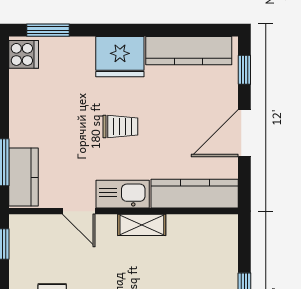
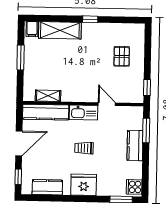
kitchen counter: (189, 51) -> (47, 187), width x0.67
kitchen counter: (24, 177) -> (135, 145), moved
shelving: (142, 225) -> (48, 96), moved

